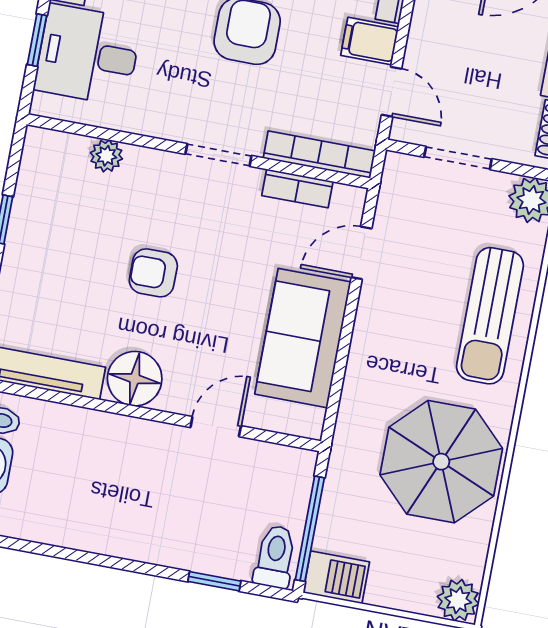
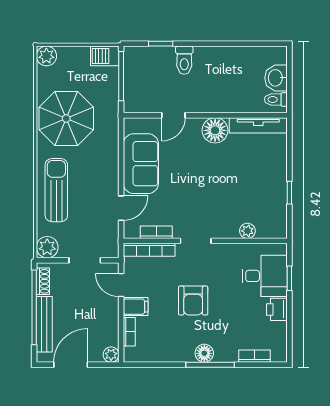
armchair: (153, 273) -> (216, 181), removed
toilet: (275, 557) -> (184, 60), moved

